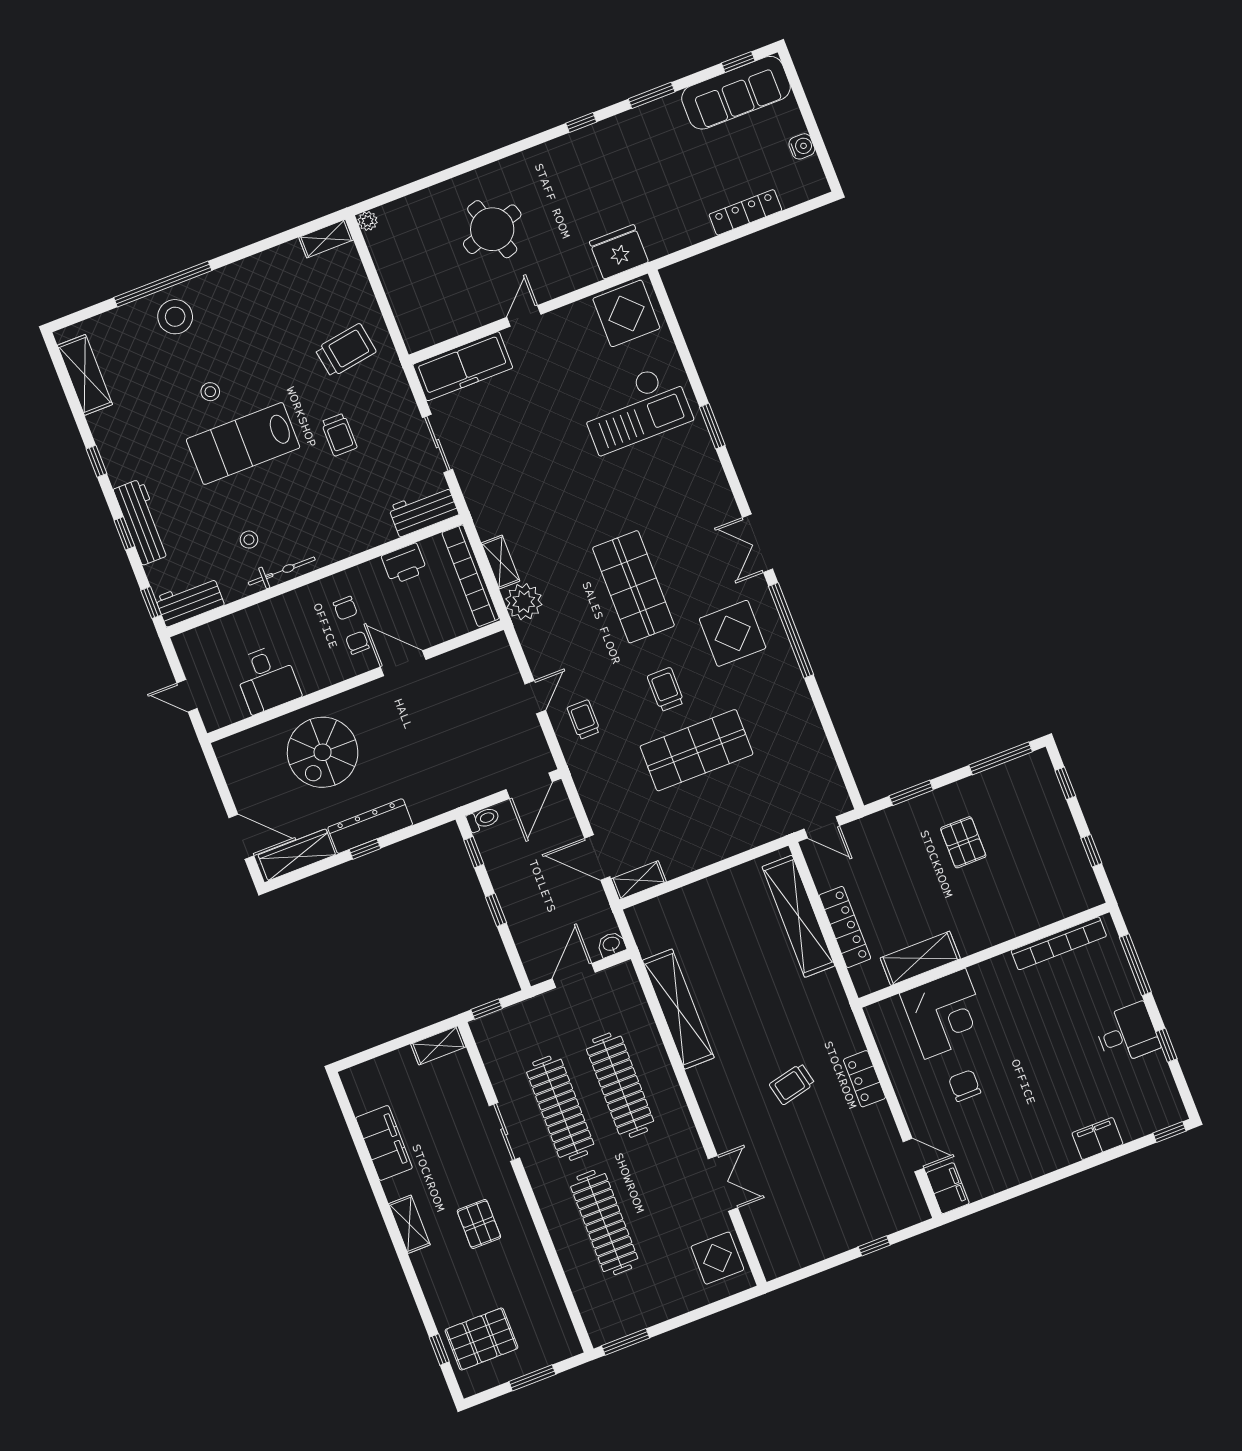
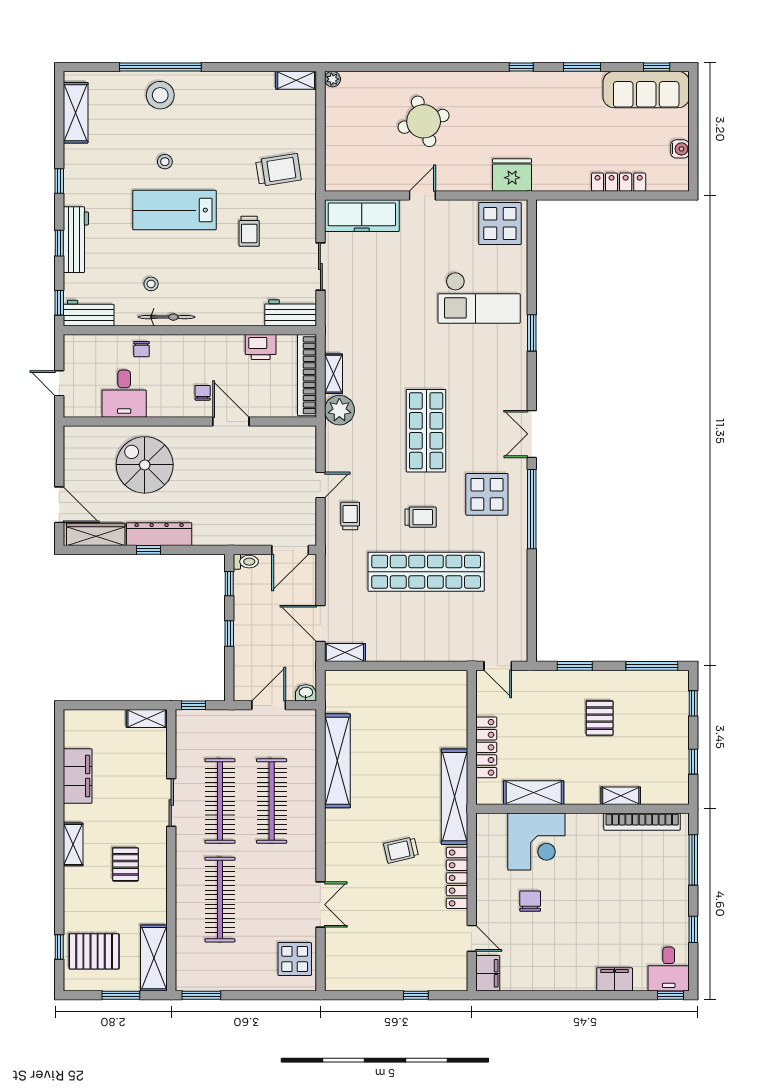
chair: (345, 608) -> (142, 349), moved
trolley: (666, 689) -> (421, 517), turned 90
shop shelf: (697, 750) -> (426, 572), width x1.40
spiral stairs: (323, 752) -> (145, 465), turned 90
shelving: (798, 916) -> (454, 797), moved
shelving: (1023, 923) -> (621, 796), added
desk: (1127, 1034) -> (669, 969), moved, turned 90
locker: (864, 1079) -> (457, 878), width x1.53
shelving: (554, 1320) -> (154, 958), added

